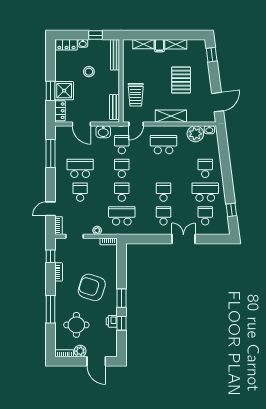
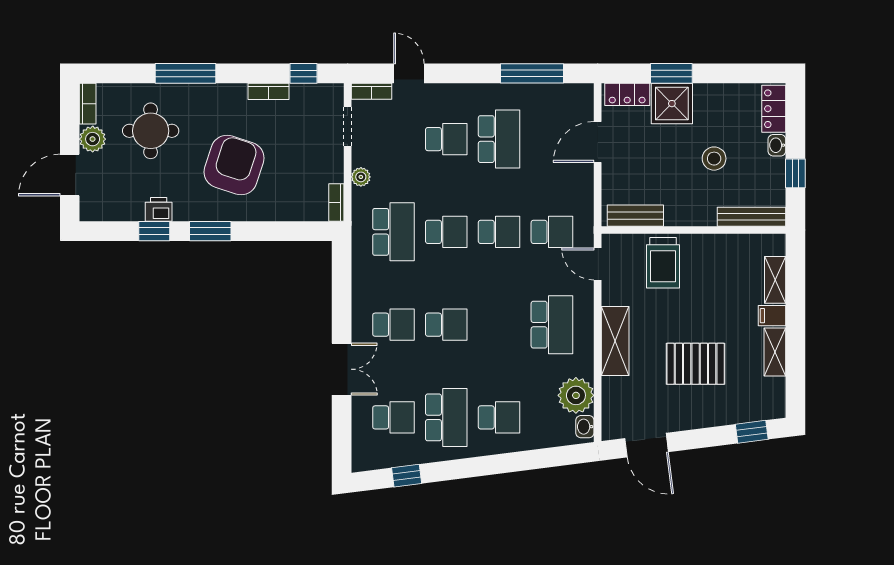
trolley: (136, 95) -> (663, 263), turned -90
washbasin: (103, 132) -> (580, 191), removed

